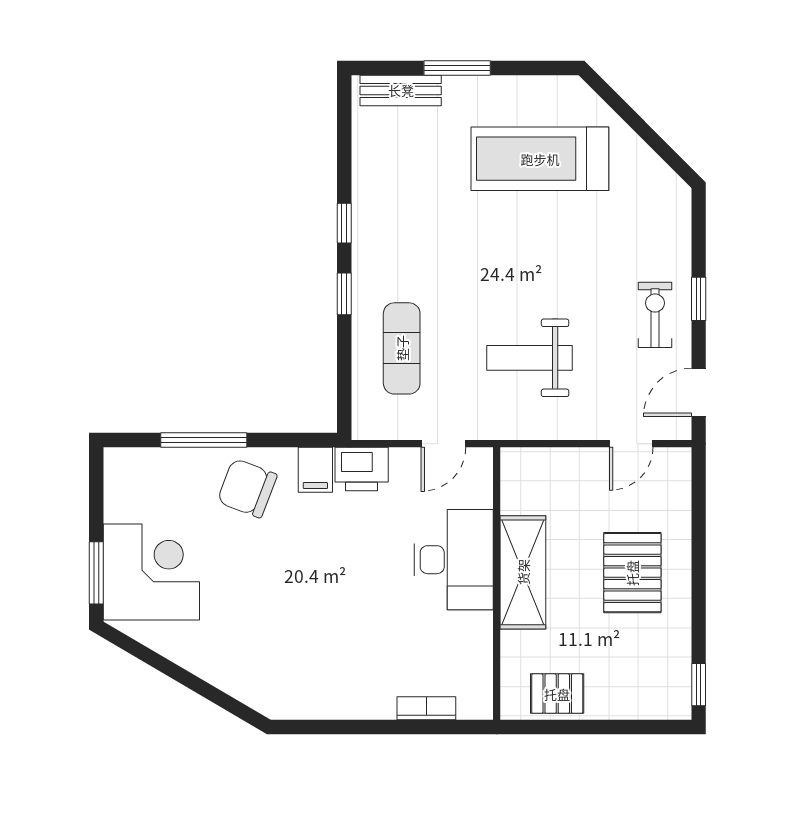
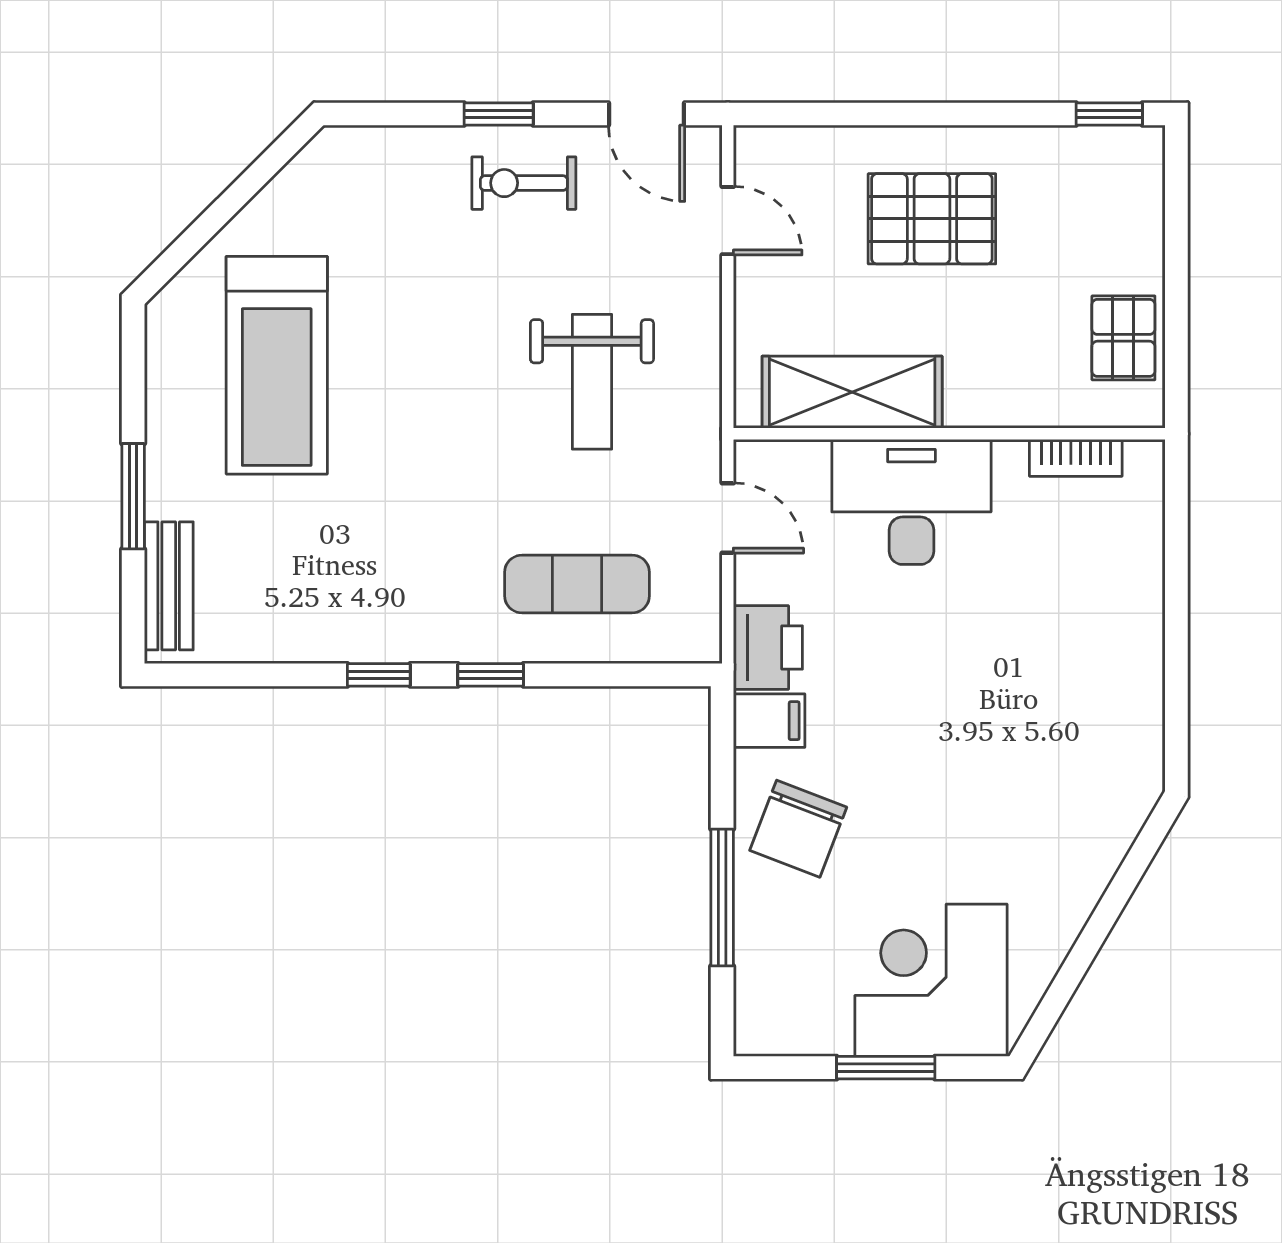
shelving: (523, 572) -> (852, 392), moved
window: (96, 573) -> (886, 1068), moved
bookcase: (426, 708) -> (1076, 458), moved, turned -90

